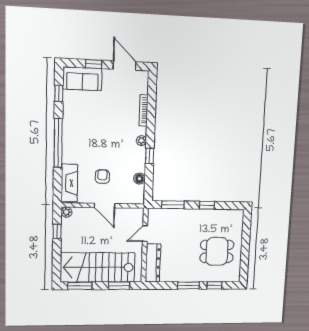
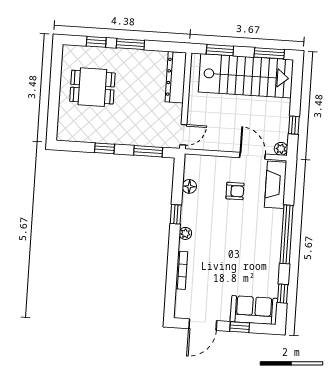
door: (125, 65) -> (203, 325), hinge flipped
armchair: (102, 177) -> (235, 191), turned -90
door: (105, 206) -> (253, 156), moved
door: (145, 234) -> (183, 135), moved

